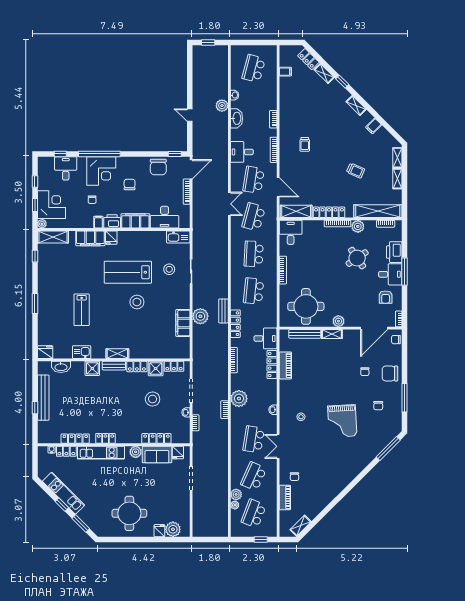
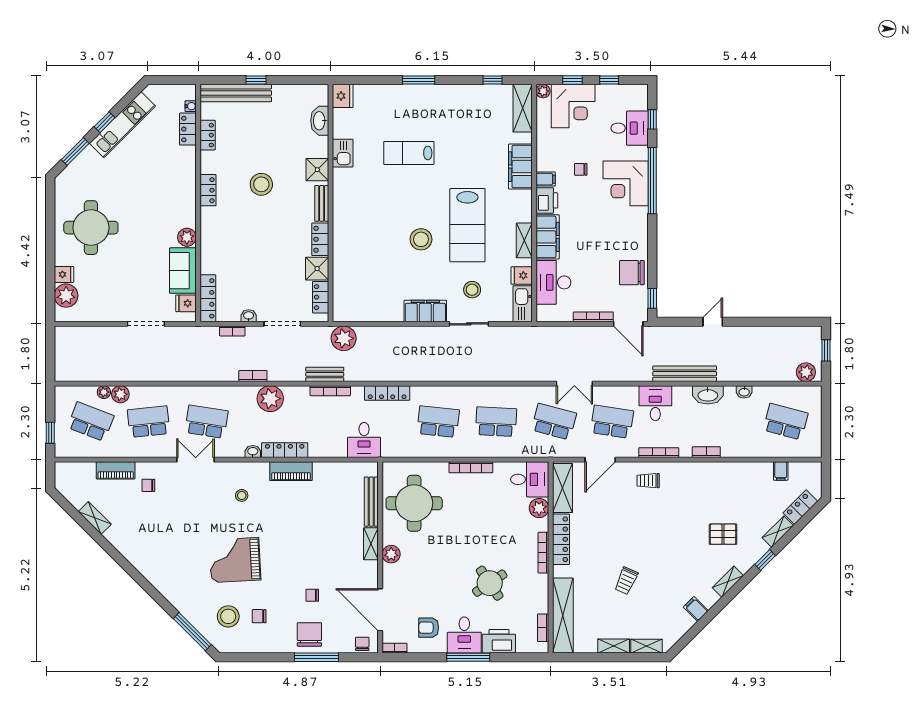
plant: (222, 106) -> (806, 372), moved
pallet: (326, 109) -> (723, 534), added
bench: (223, 133) -> (685, 374), added
trolley: (305, 144) -> (648, 481), moved
chair: (130, 184) -> (605, 228), removed
plant: (358, 226) -> (539, 508), moved
fridge: (111, 238) -> (522, 275), moved
lab bench: (128, 272) -> (467, 225), turned 180
bench: (223, 311) -> (325, 374), moved
plant: (200, 316) -> (344, 338), moved
filing cabinet: (183, 323) -> (425, 311), moved
shelving: (117, 354) -> (524, 240), moved
locker: (272, 365) -> (285, 450), moved
piano: (285, 365) -> (291, 471), moved
bench: (43, 398) -> (236, 93), moved
window: (405, 398) -> (317, 657), moved
stool: (153, 399) -> (261, 184), moved
stool: (378, 425) -> (228, 616), added
locker: (156, 438) -> (208, 298), moved
locker: (75, 439) -> (208, 135), width x0.66
kitchen unit: (101, 453) -> (186, 183), removed
school desk: (254, 476) -> (149, 422), turned -30
shelving: (301, 526) -> (95, 518), moved

